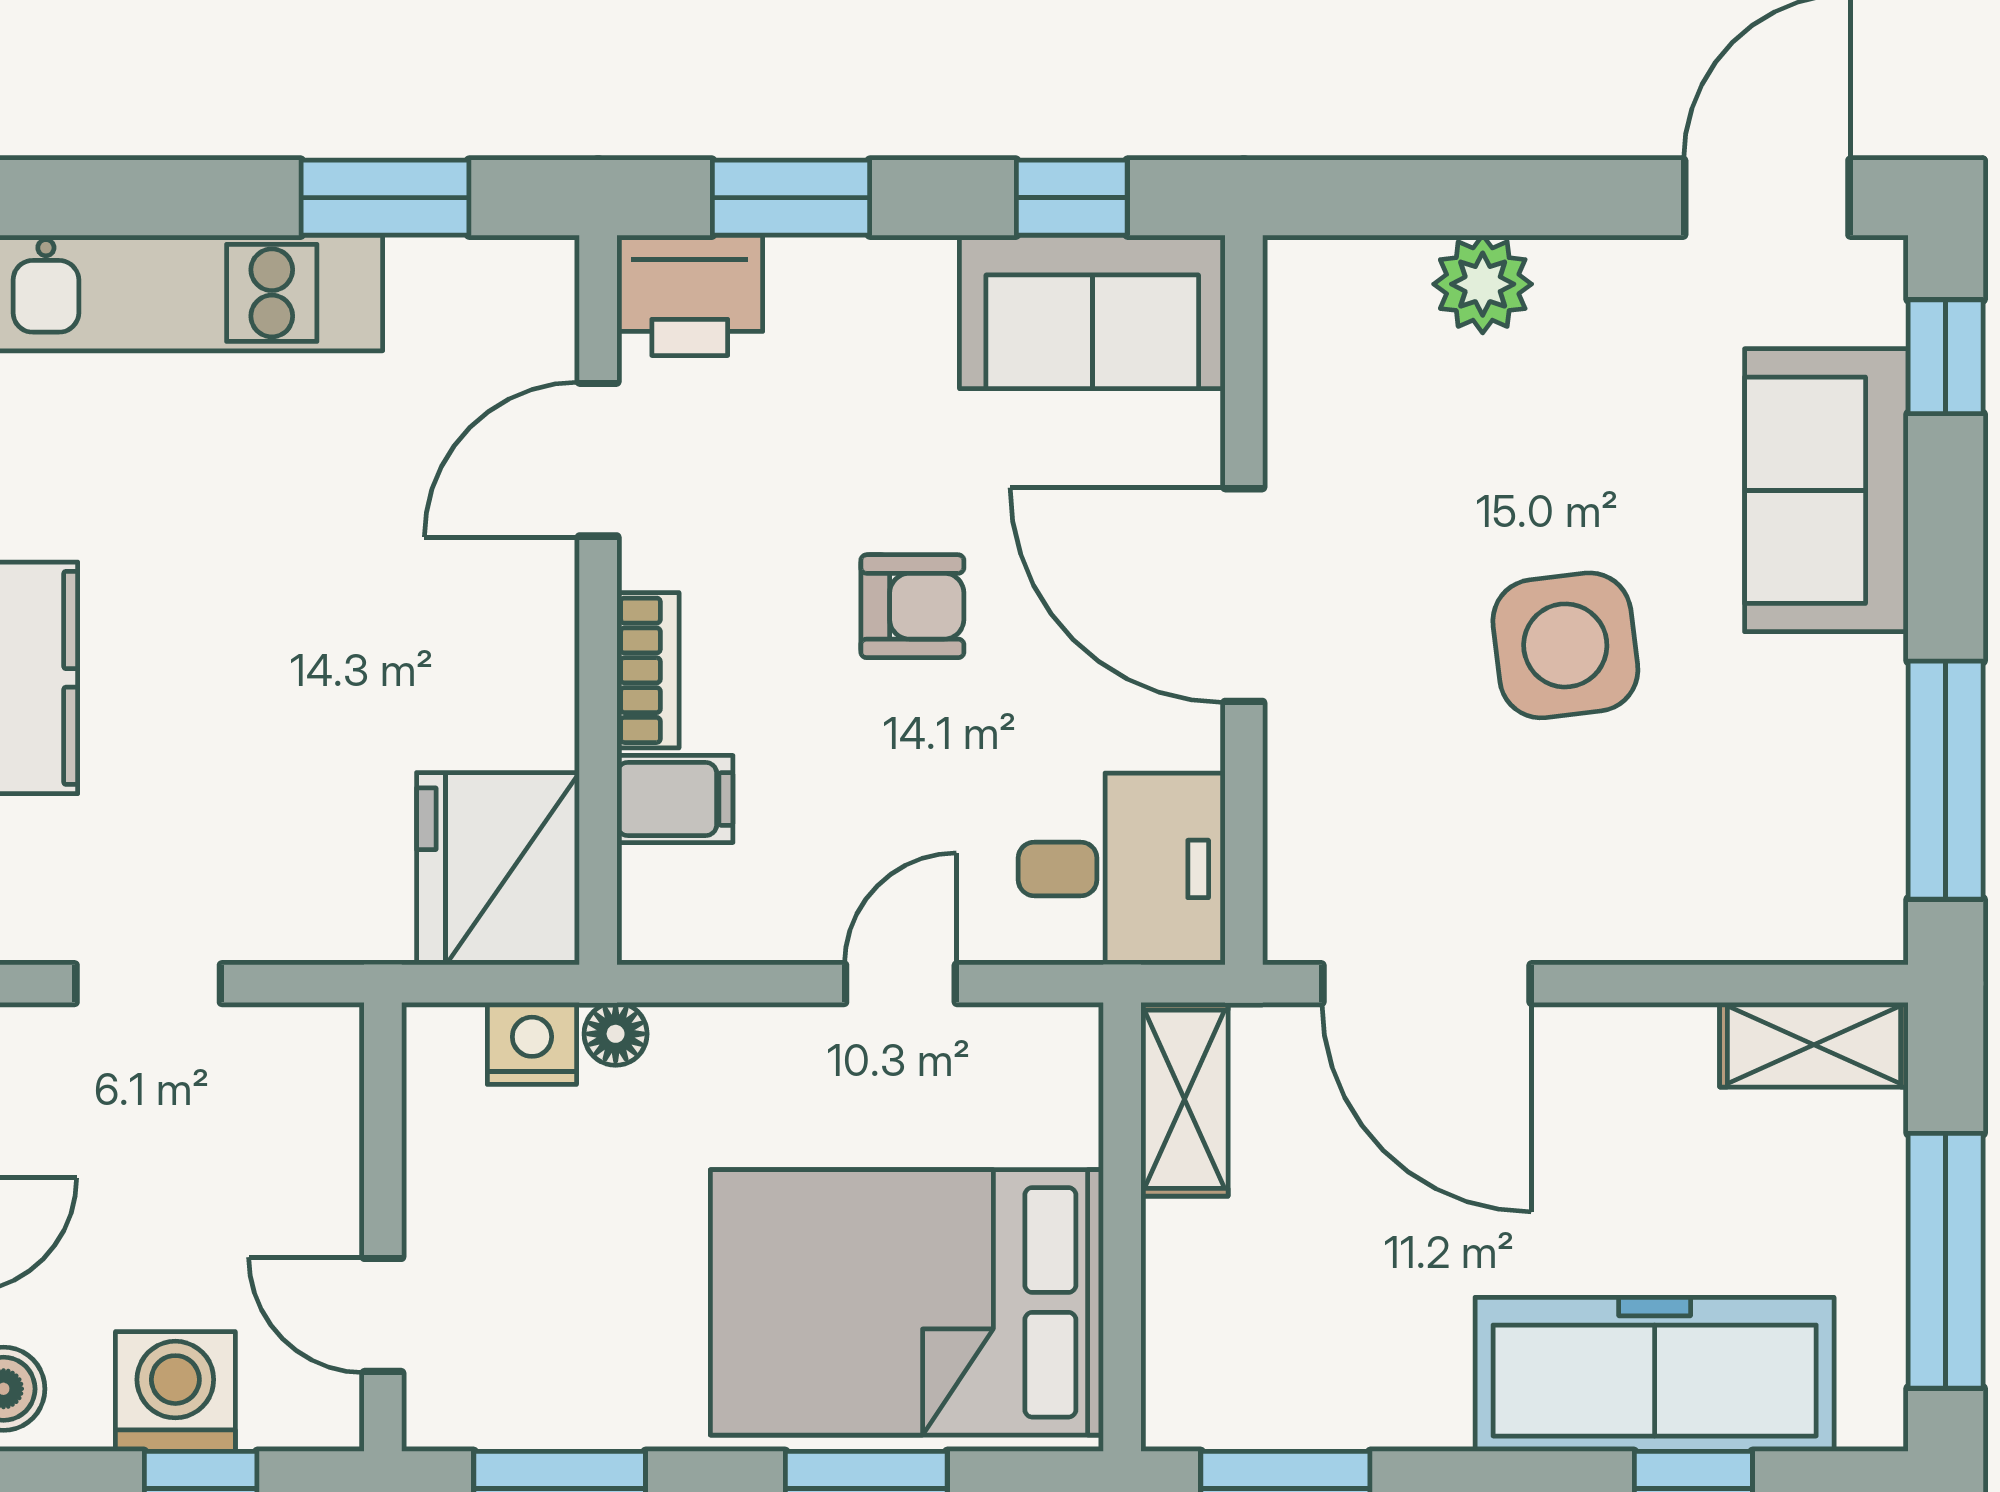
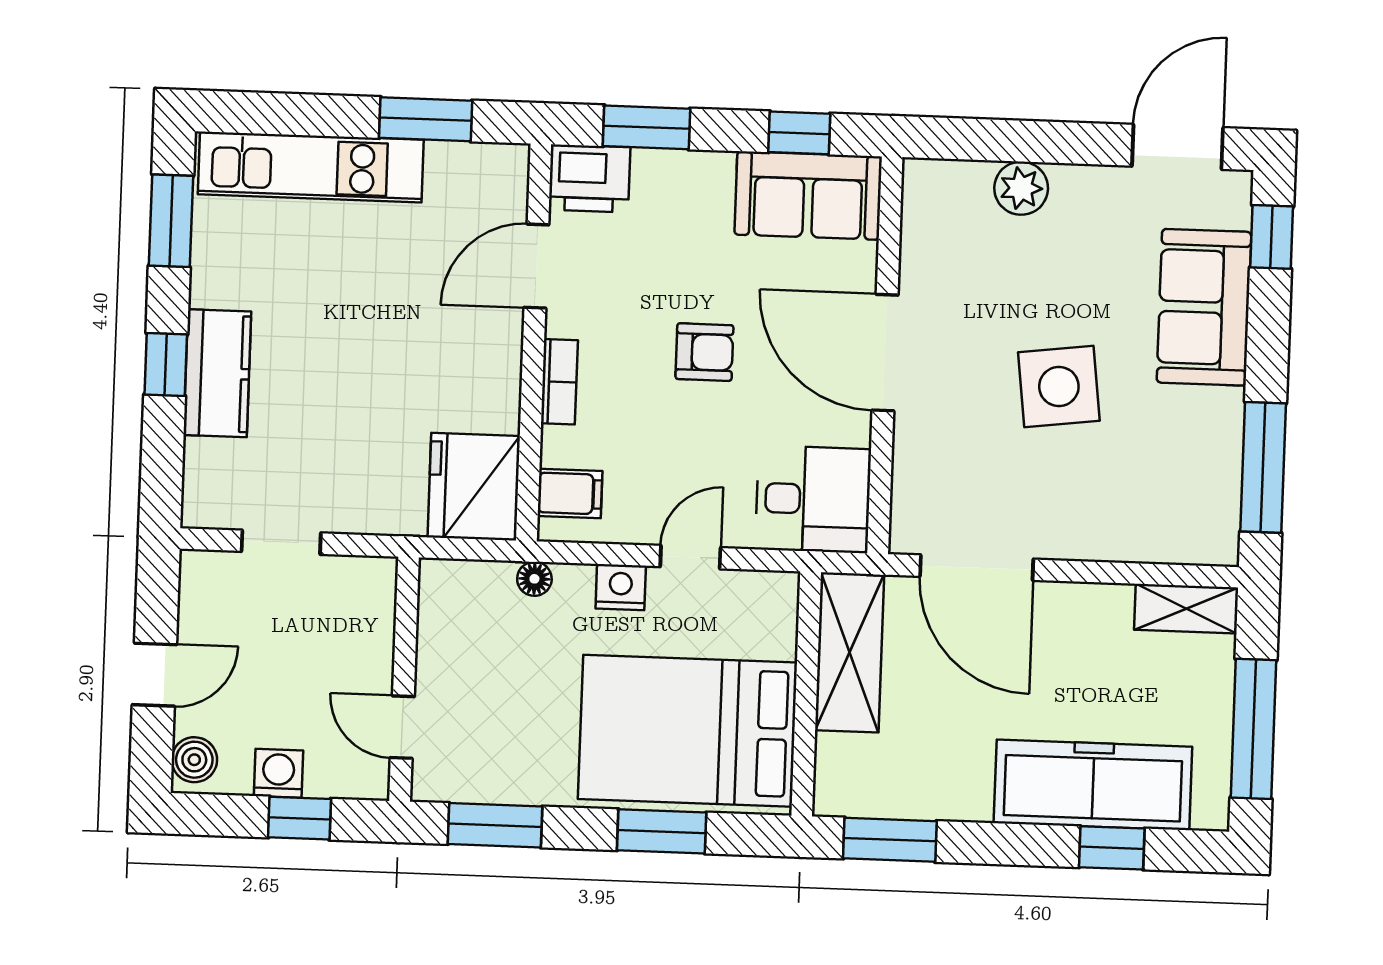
filing cabinet: (675, 799) -> (570, 494), moved
nightstand: (532, 1043) -> (621, 587), moved
shelving: (1184, 1099) -> (850, 652), width x1.50, depth x1.33
washing machine: (175, 1392) -> (279, 773), width x0.73, depth x0.73

